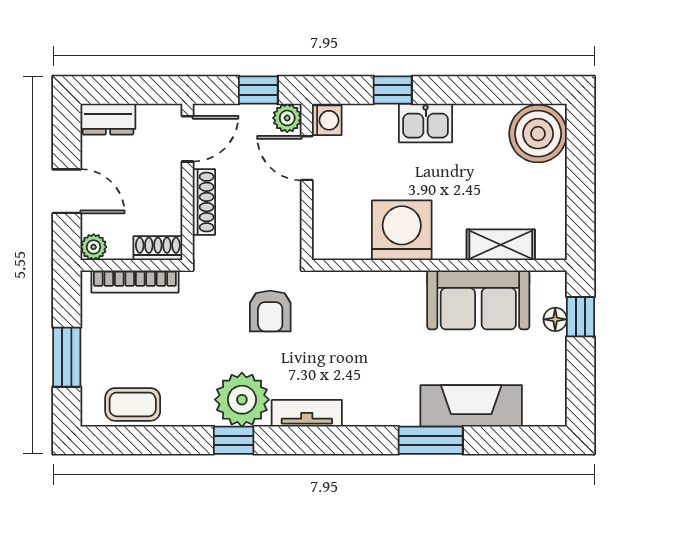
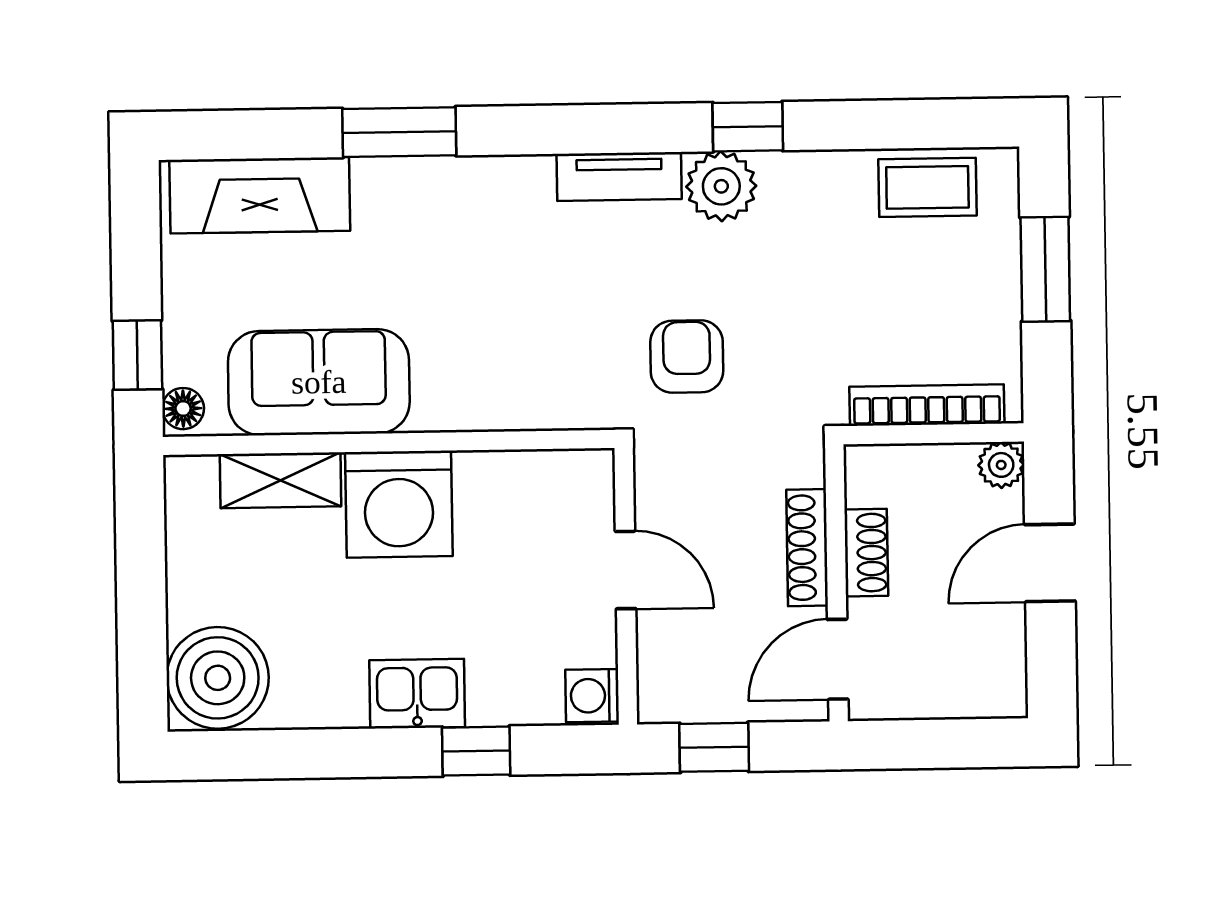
plant: (287, 118) -> (662, 699), removed
dresser: (108, 119) -> (979, 692), removed
door: (307, 158) -> (626, 570), moved
door: (67, 191) -> (1050, 563), hinge flipped
washing machine: (402, 230) -> (399, 504), moved
shoe rack: (158, 248) -> (866, 553), moved, turned -90
floor lamp: (555, 319) -> (183, 409), moved
plant: (242, 400) -> (721, 186), width x0.73, depth x0.73
fireplace: (471, 406) -> (260, 195), moved

